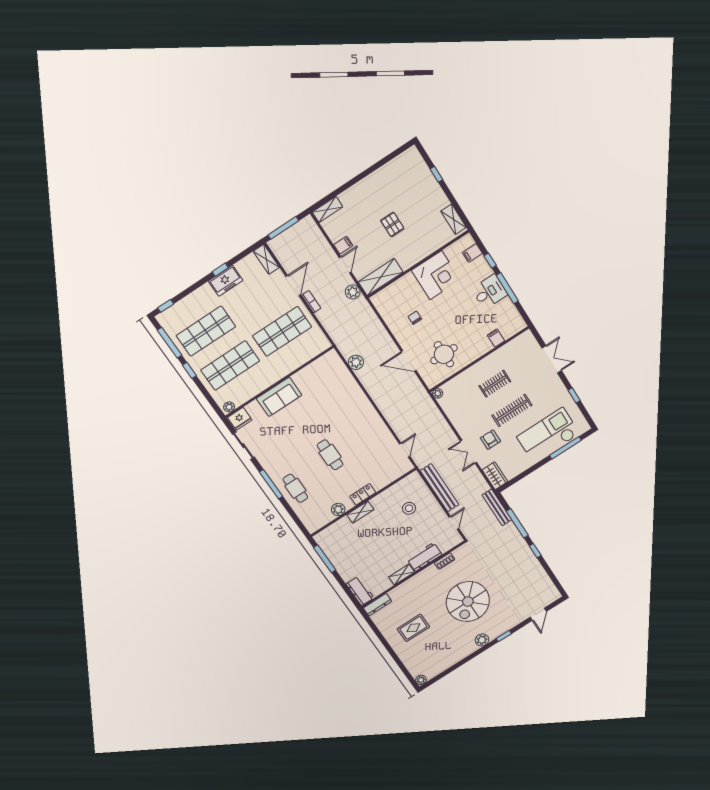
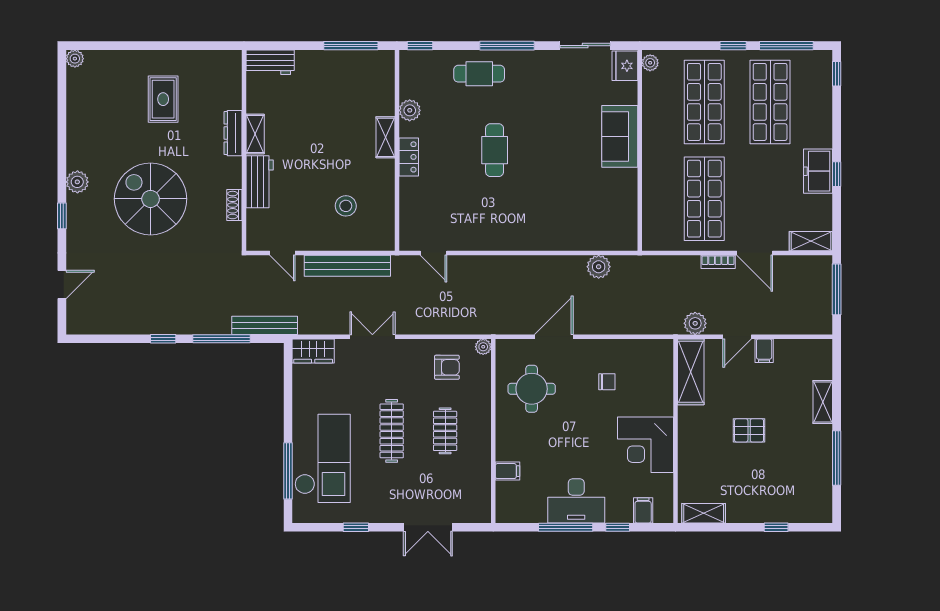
window: (377, 166) -> (837, 458), added
shelving: (327, 209) -> (823, 402), moved
door: (345, 265) -> (737, 337), hinge flipped
desk: (489, 292) -> (576, 501), width x1.37
armchair: (490, 440) -> (447, 367), moved
cafe table: (330, 455) -> (495, 150), turned 90
window: (301, 526) -> (420, 46), added
dresser: (377, 605) -> (233, 133), moved
door: (538, 614) -> (62, 284), swing flipped

